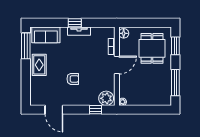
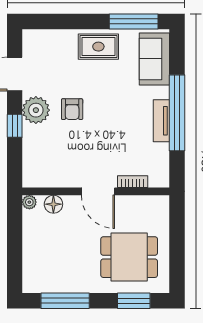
window: (75, 23) -> (177, 113), width x3.17
floor lamp: (124, 33) -> (53, 204), moved
plant: (106, 98) -> (36, 110), moved
window: (96, 110) -> (15, 126), moved

